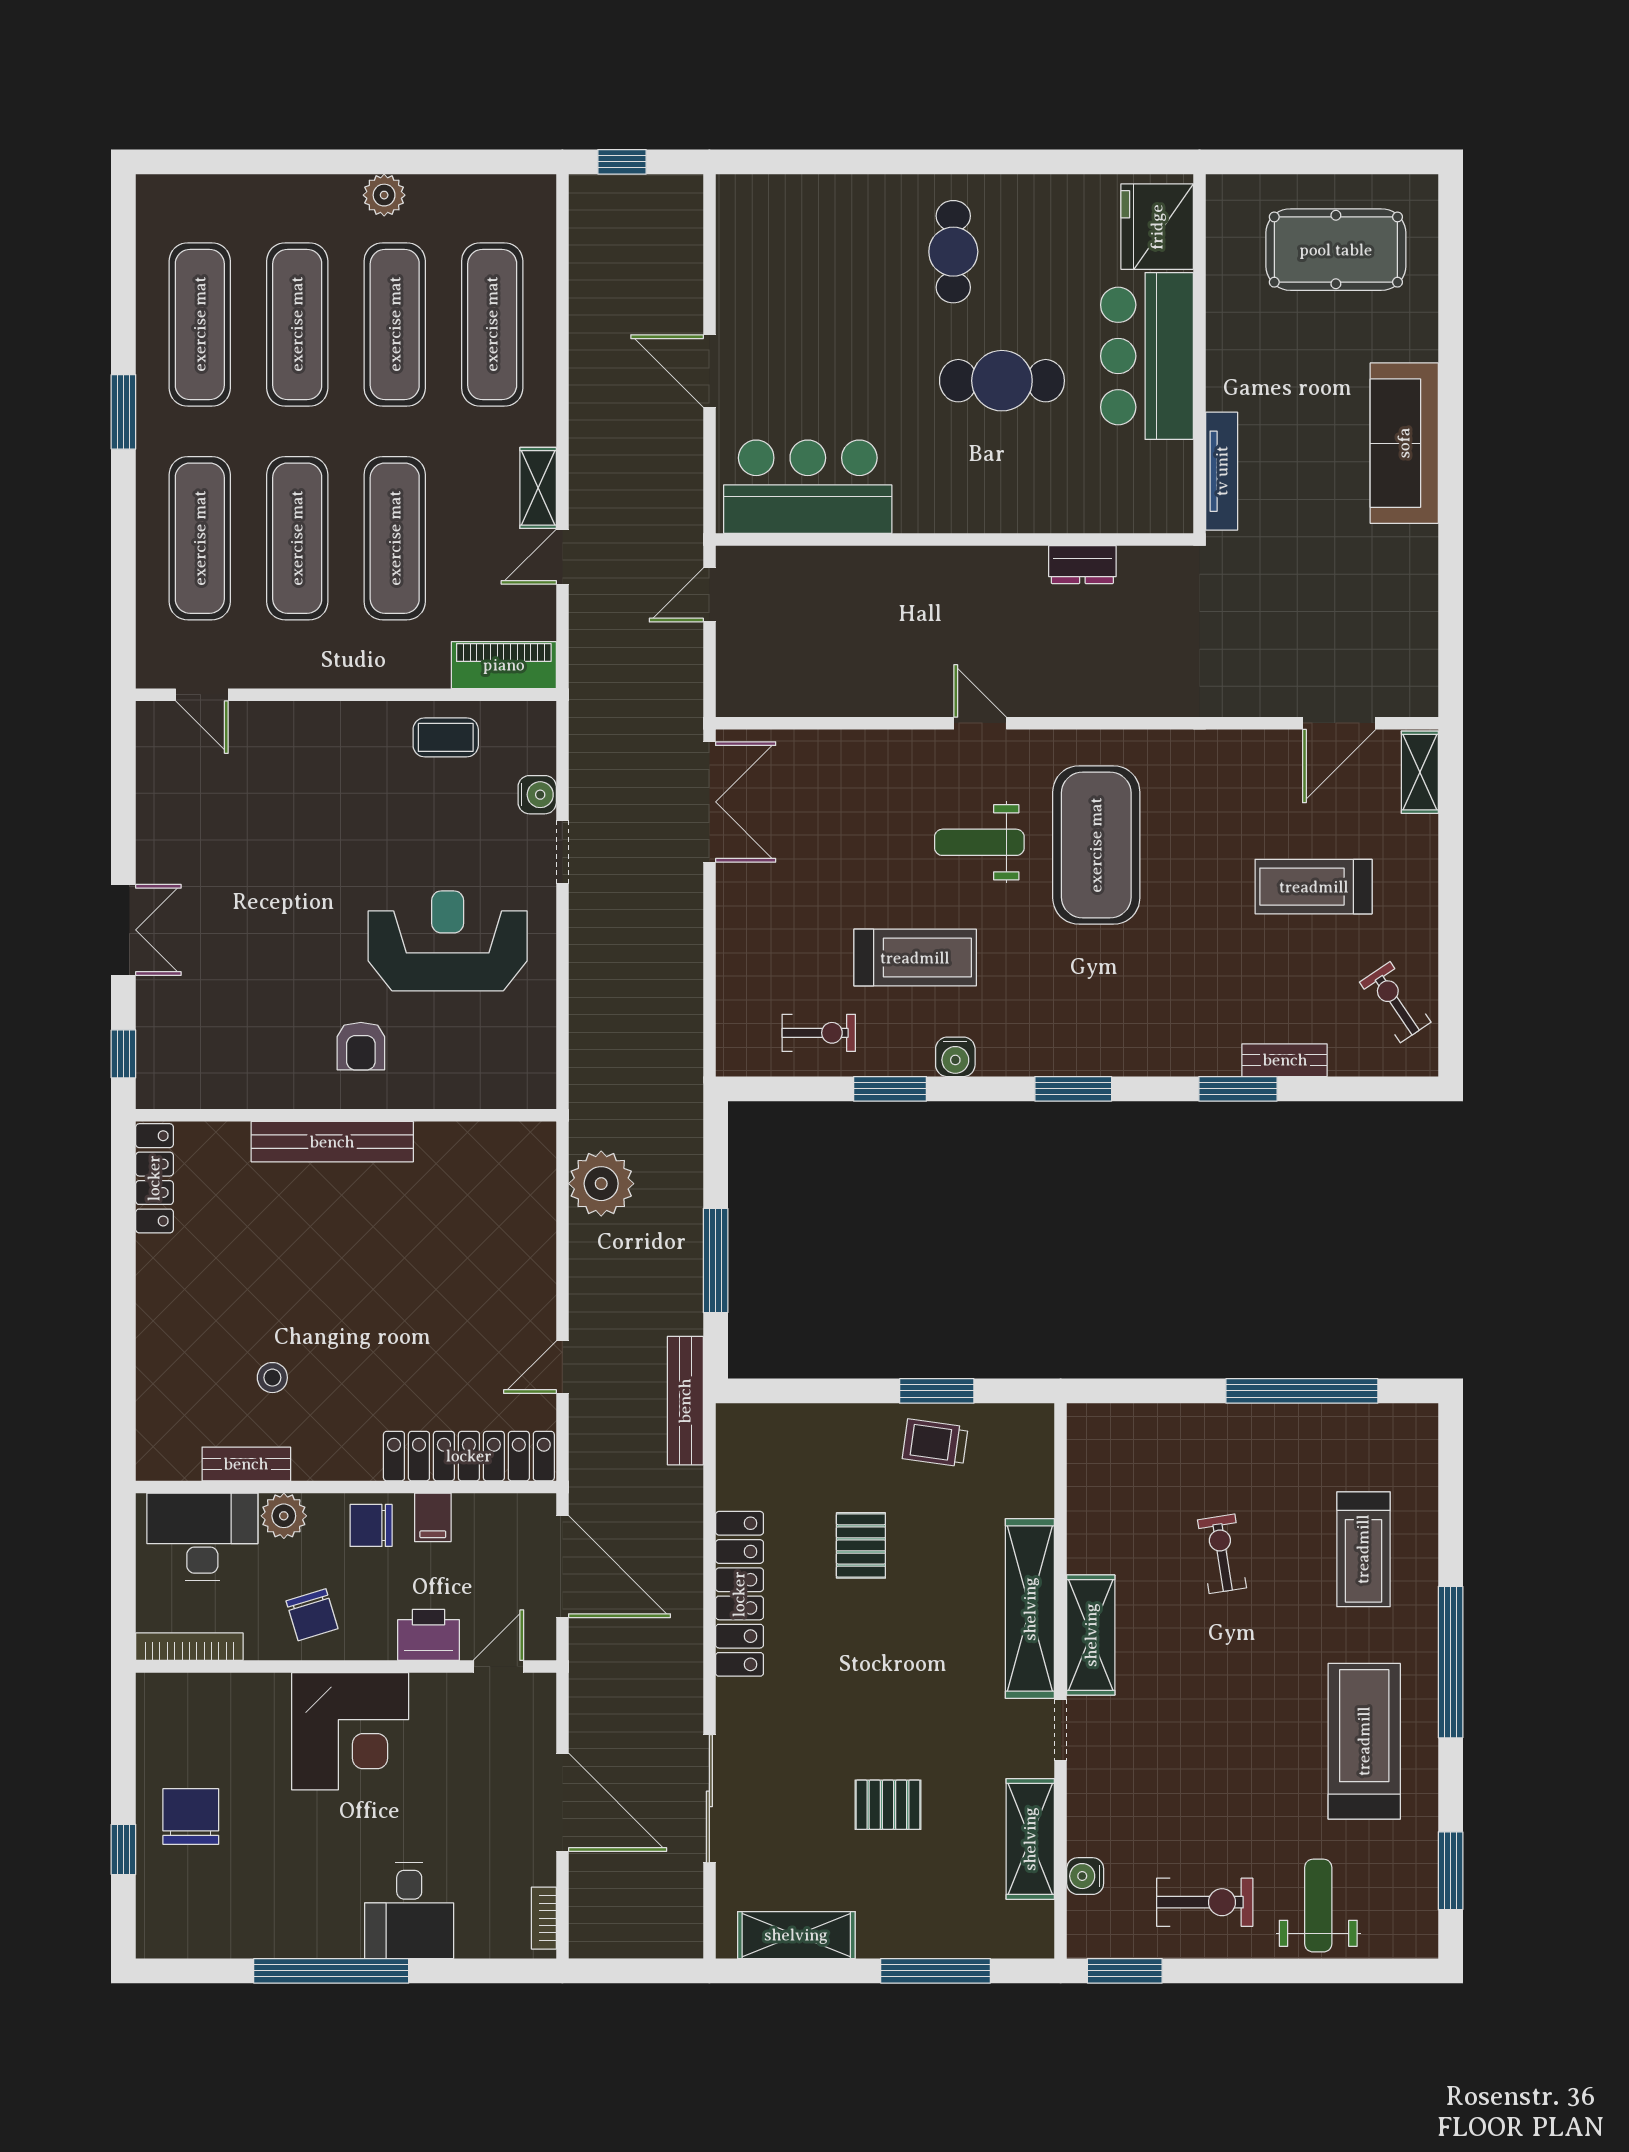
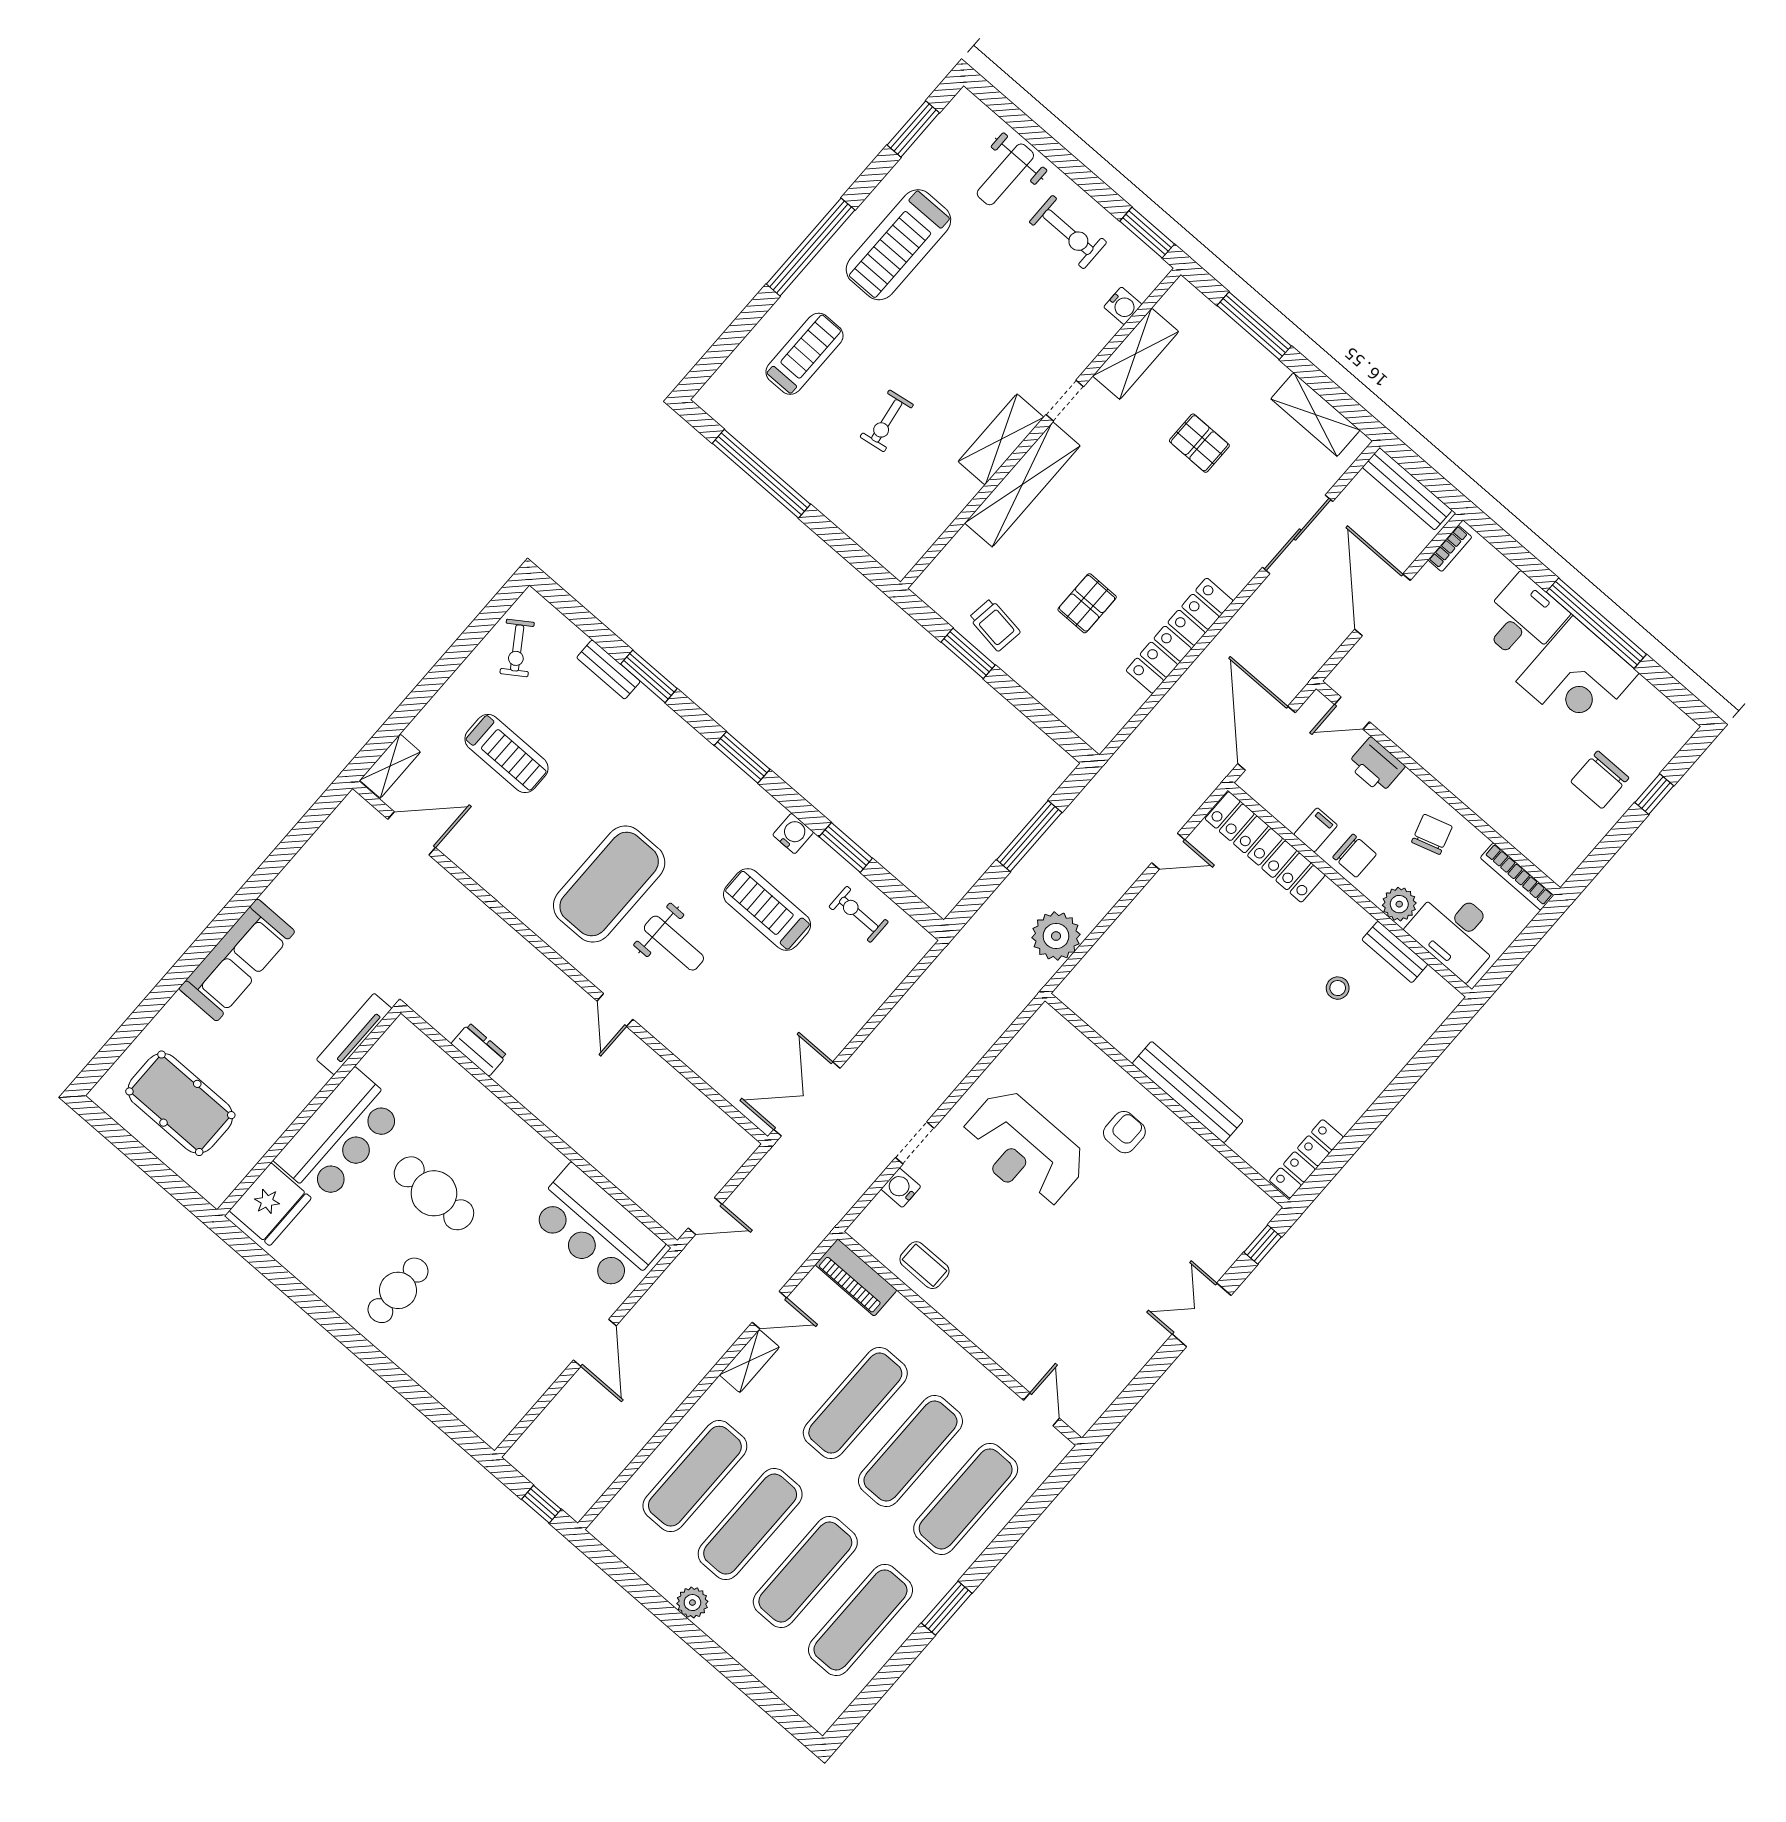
bench: (685, 1401) -> (1407, 489), moved, turned 90
corner desk: (350, 1731) -> (1578, 677), moved, turned 180
exercise bike: (1205, 1902) -> (1068, 232), turned 180

